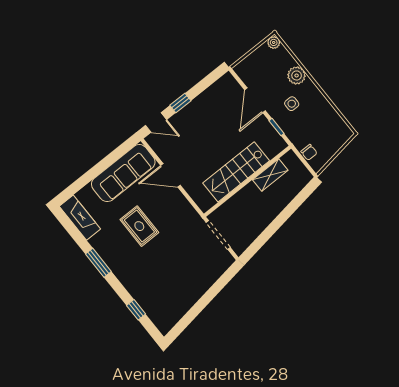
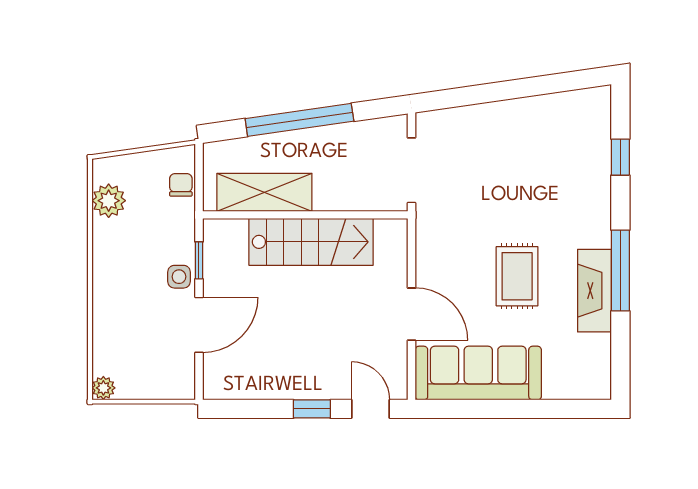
plant: (297, 75) -> (109, 201), moved
side table: (292, 104) -> (179, 277), moved
shelving: (270, 175) -> (264, 192), width x1.50, depth x1.33
fireplace: (80, 218) -> (595, 291), moved
window: (281, 219) -> (299, 120), added
window: (98, 263) -> (620, 270), width x1.44

